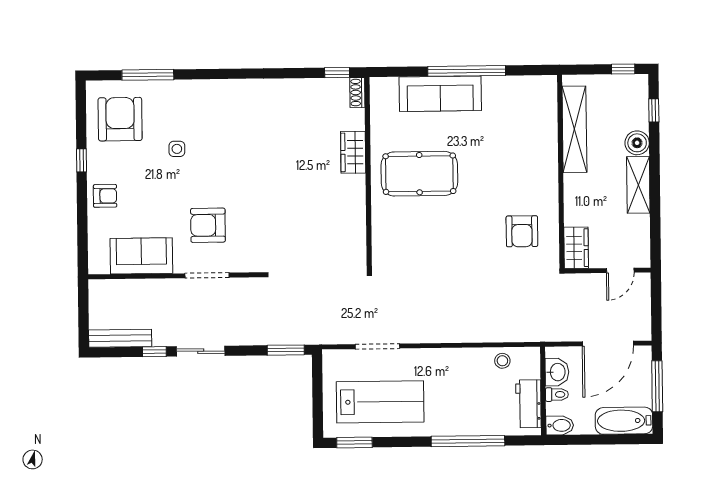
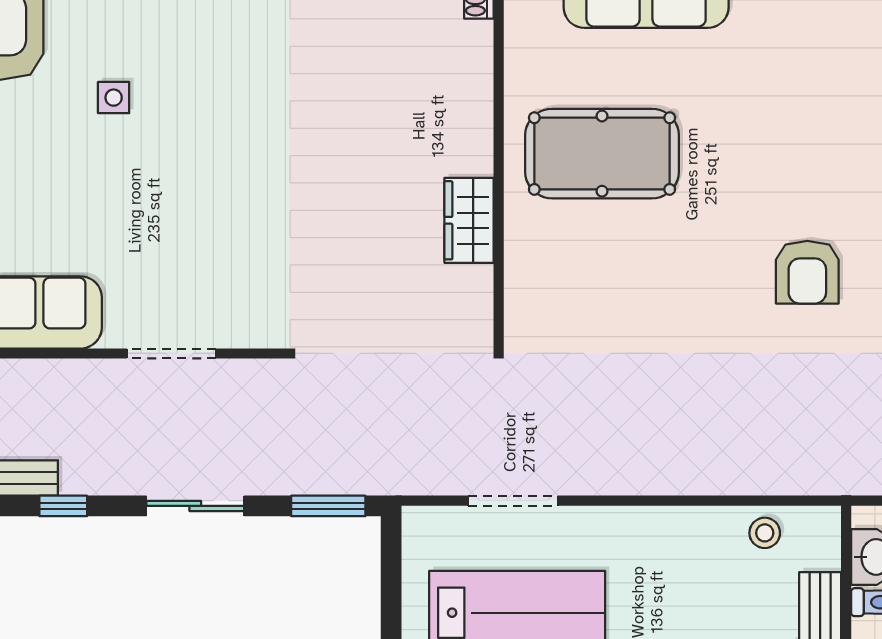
wardrobe: (353, 152) -> (469, 220), moved
armchair: (208, 225) -> (174, 252), removed
sliding door: (201, 351) -> (195, 506), moved

